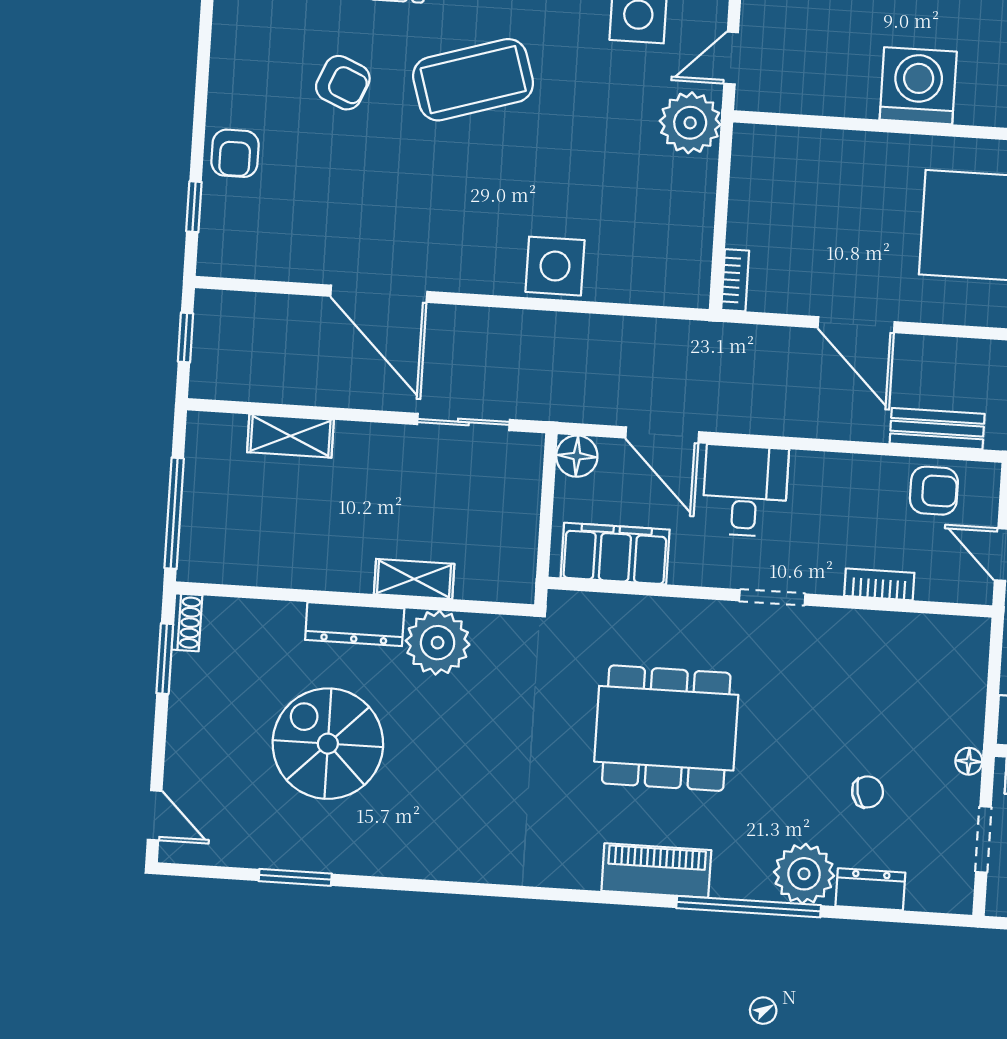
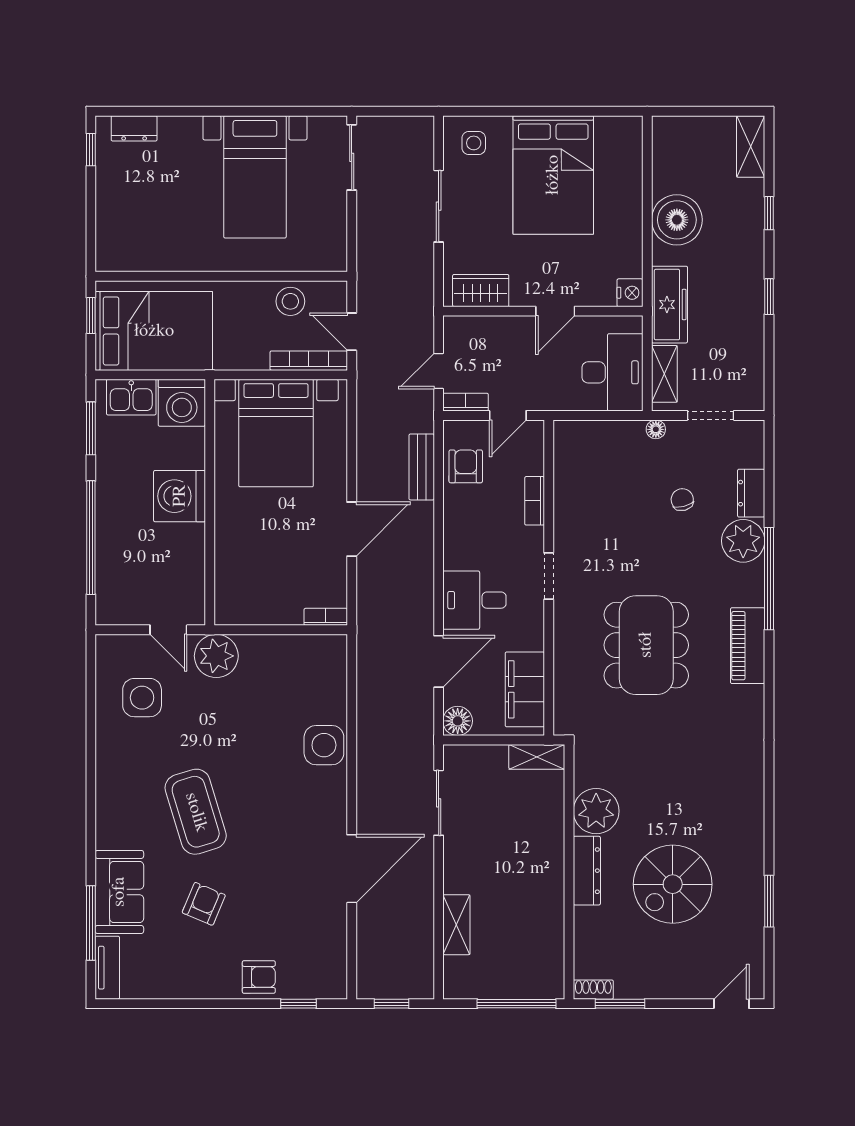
shelving: (414, 579) -> (537, 757), moved, turned 90

